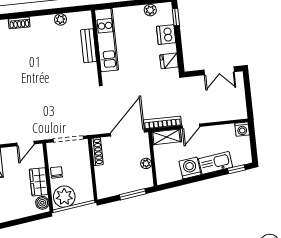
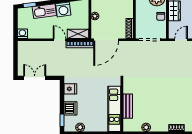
door: (191, 126) -> (59, 40), hinge flipped

